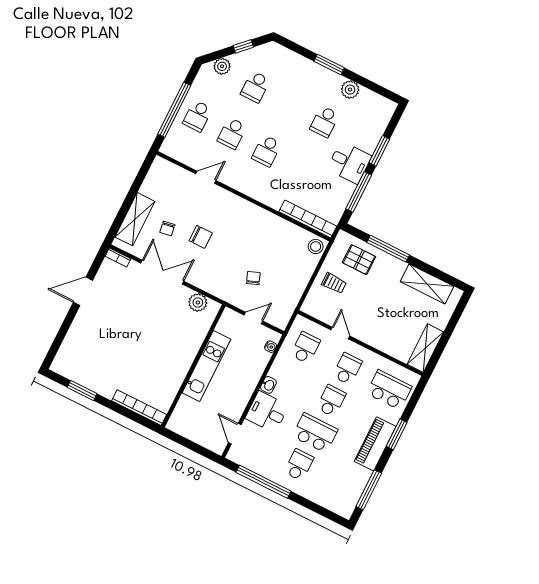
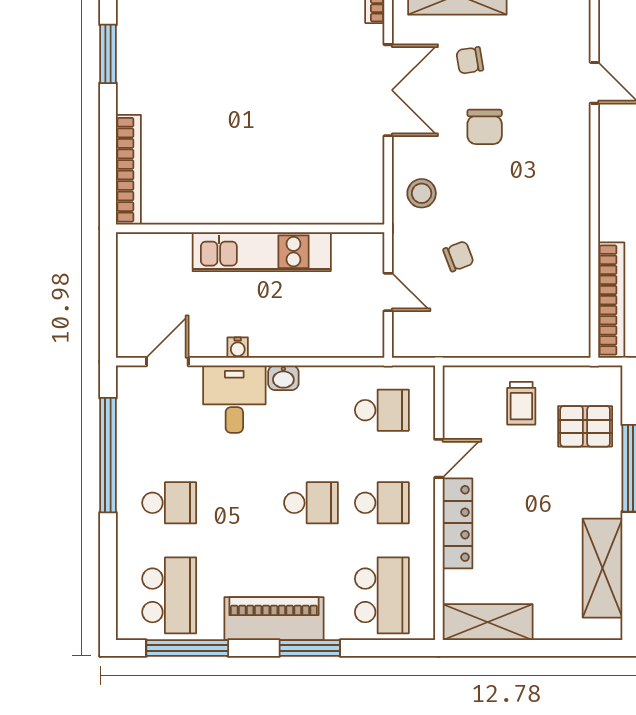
stool: (316, 246) -> (422, 193), moved
pallet: (359, 260) -> (585, 426), turned 90
plant: (198, 302) -> (366, 180), removed
locker: (374, 339) -> (458, 523), added
water cooler: (271, 347) -> (238, 348), moved
school desk: (315, 433) -> (169, 595), moved

